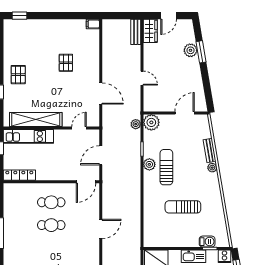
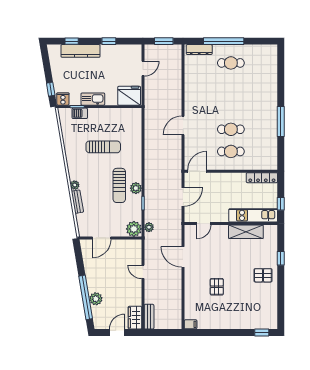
window: (201, 52) -> (86, 297), width x2.11
pallet: (18, 75) -> (263, 275), turned 90
shelving: (36, 119) -> (246, 232), width x0.68

